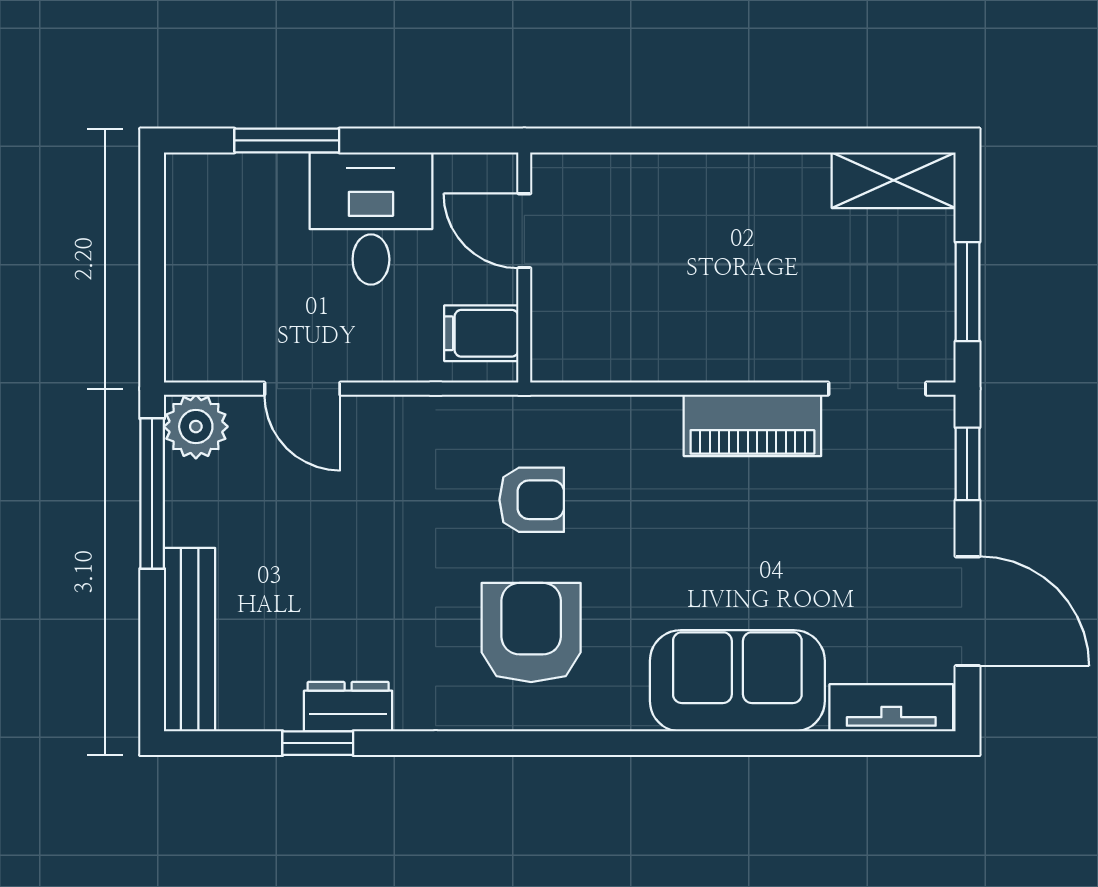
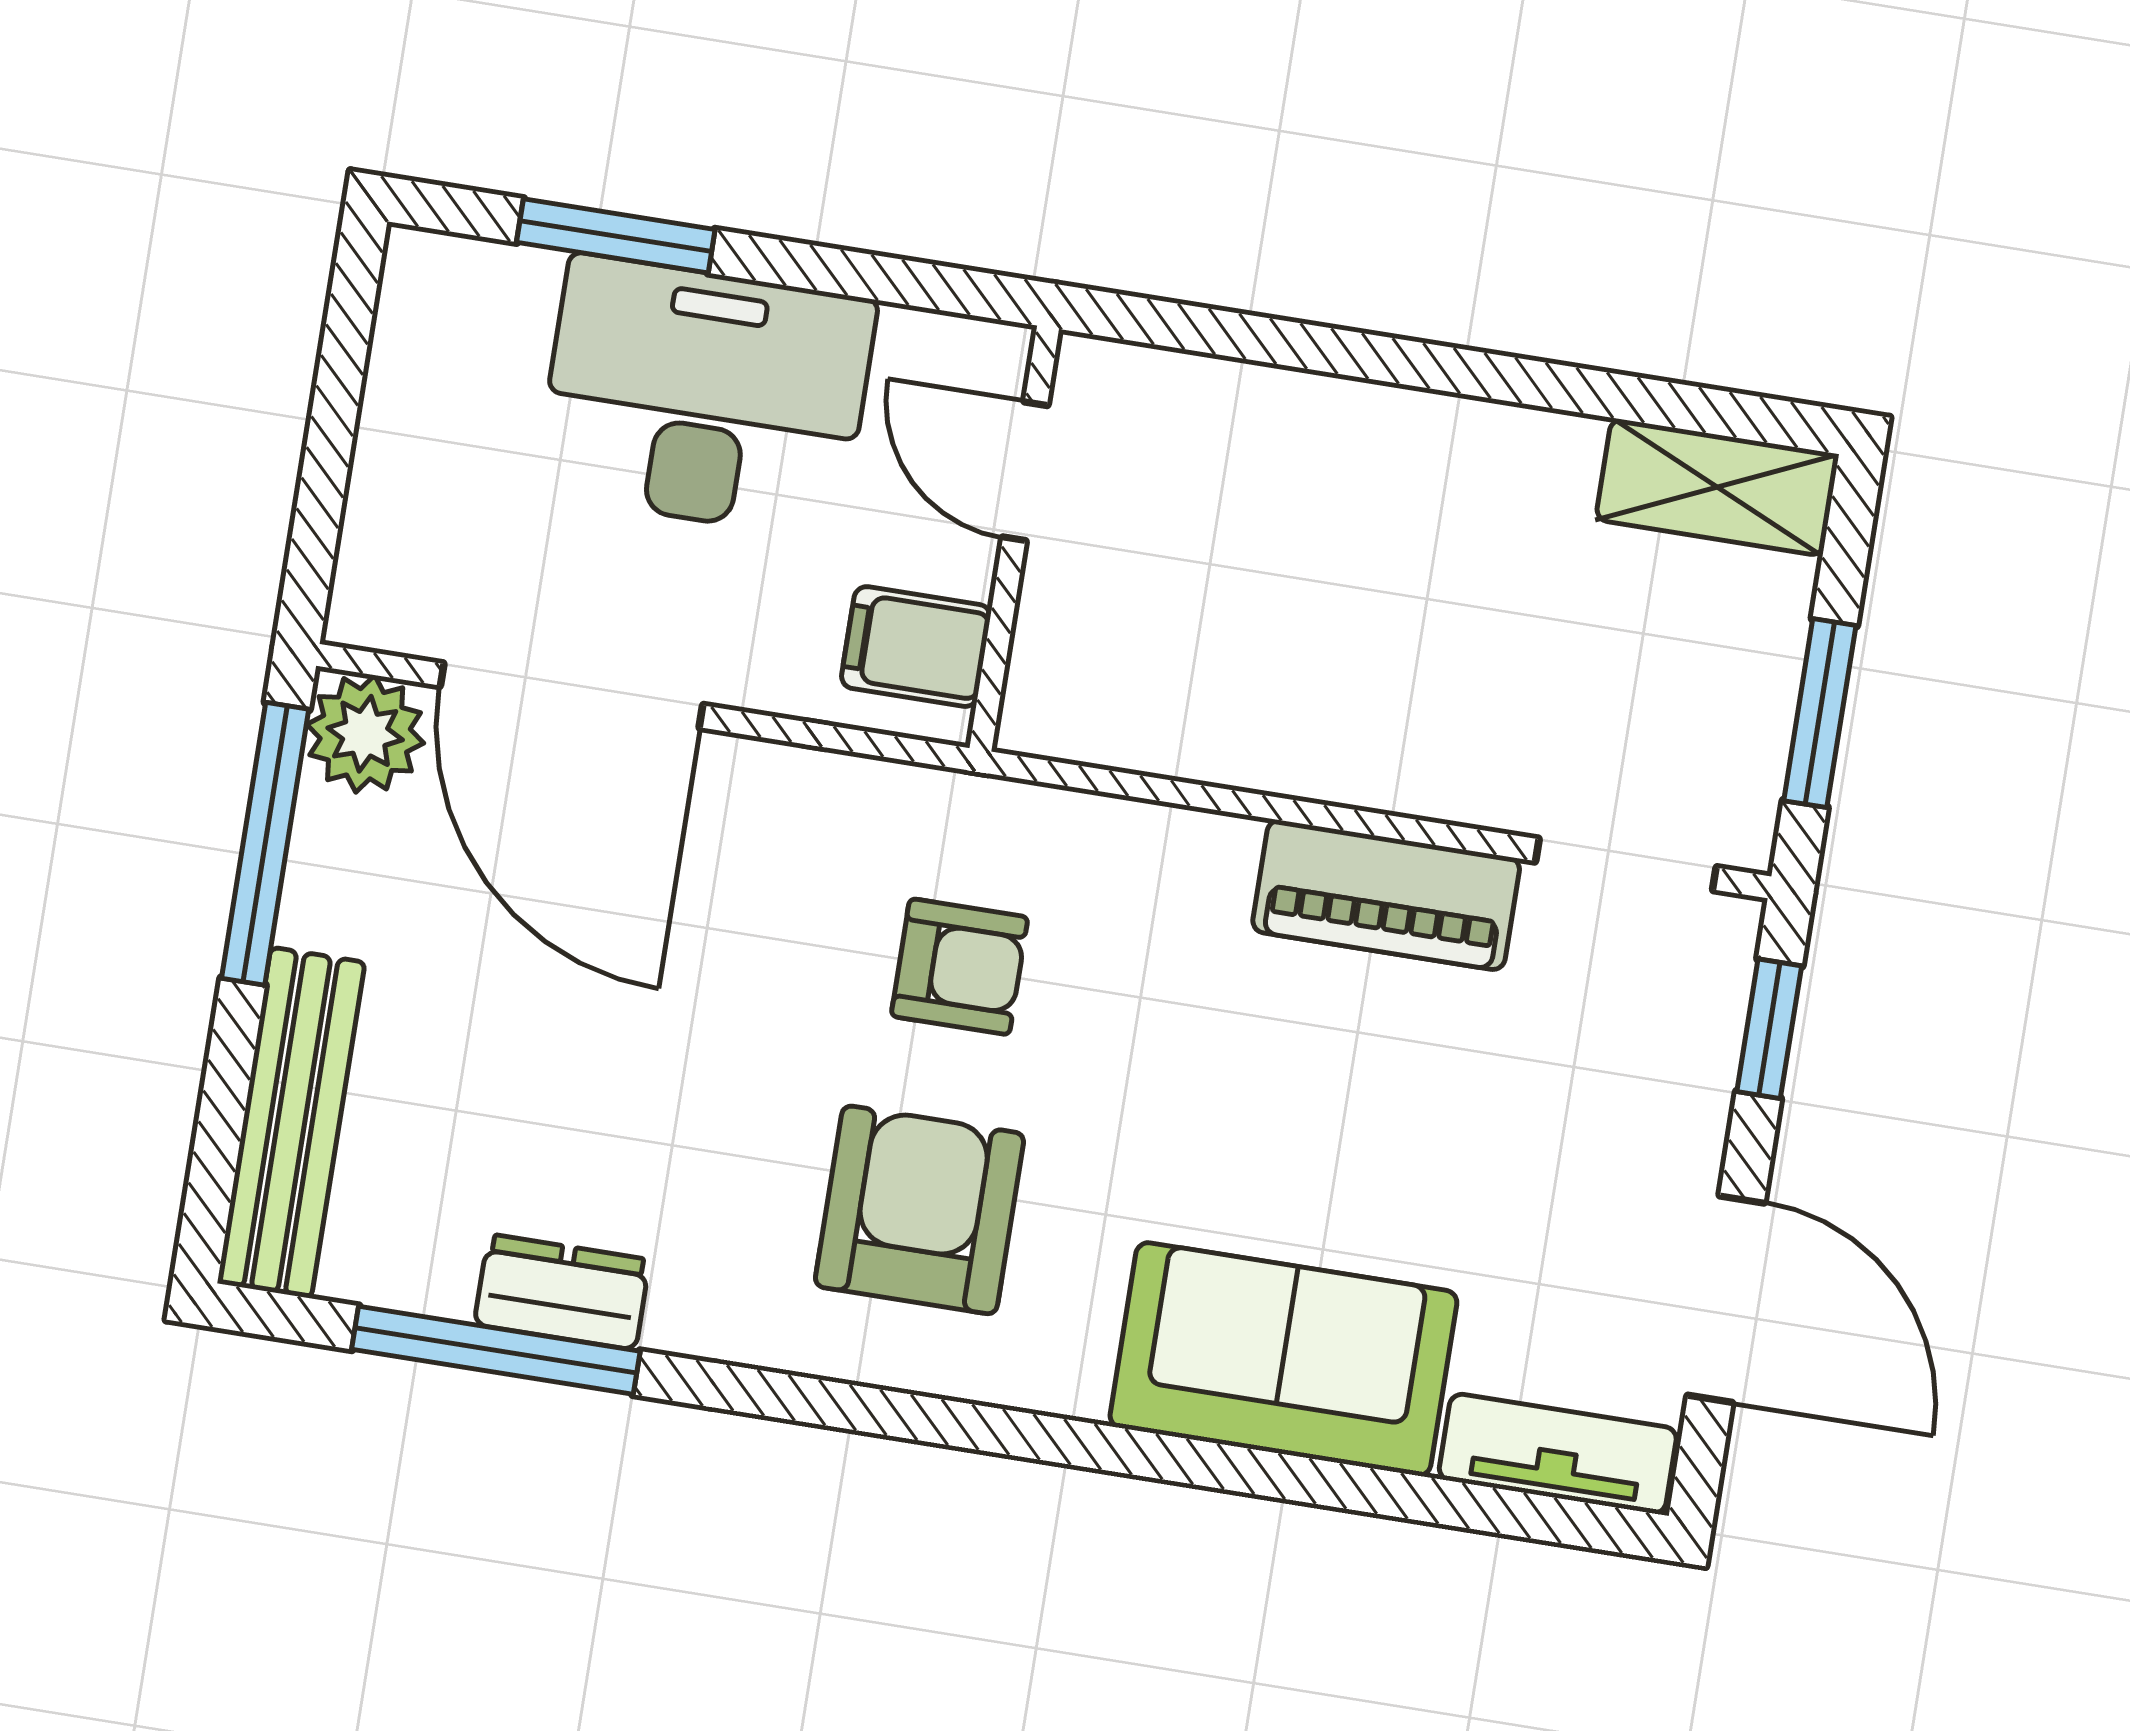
desk: (371, 218) -> (705, 397), width x1.37
door: (302, 389) -> (572, 696), width x1.87
window: (318, 743) -> (496, 1350), width x2.17

